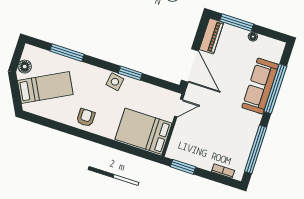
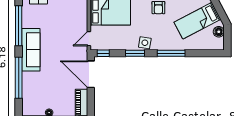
window: (67, 53) -> (171, 53), moved
window: (167, 85) -> (103, 53), added
sofa: (260, 86) -> (31, 50), moved

